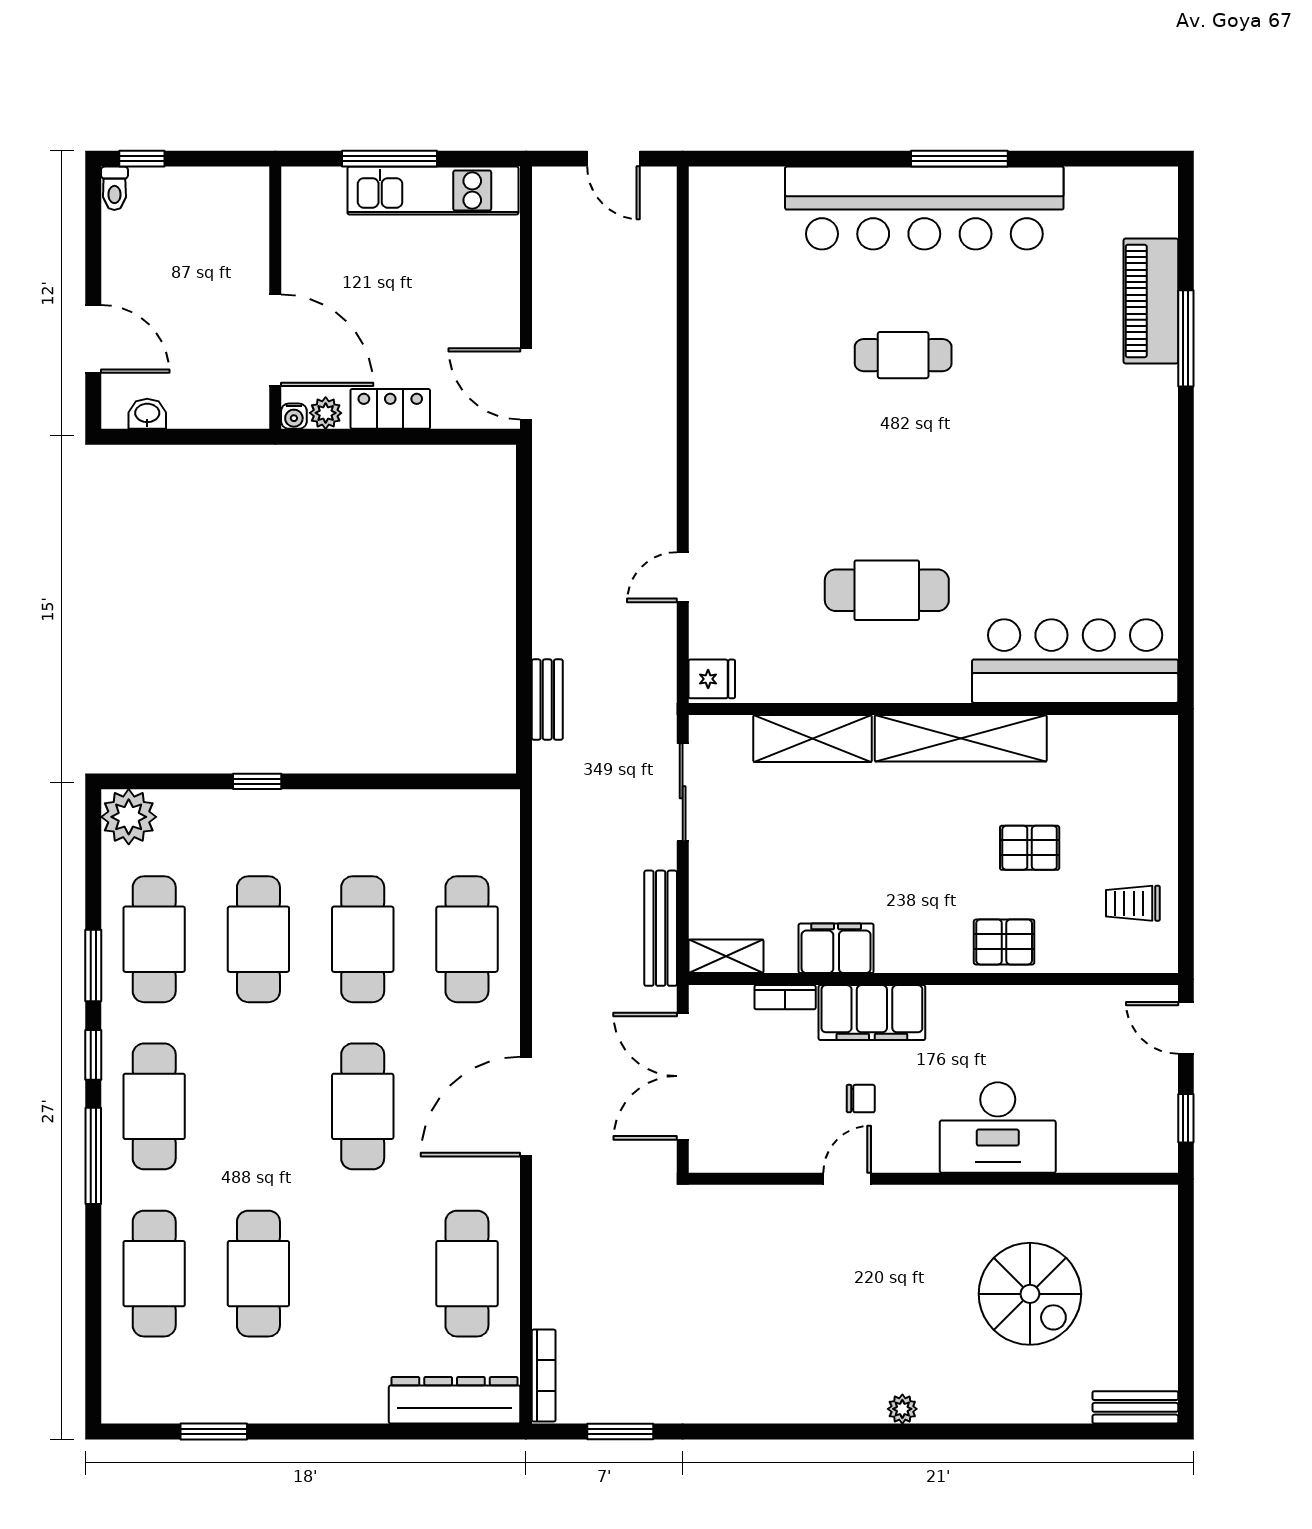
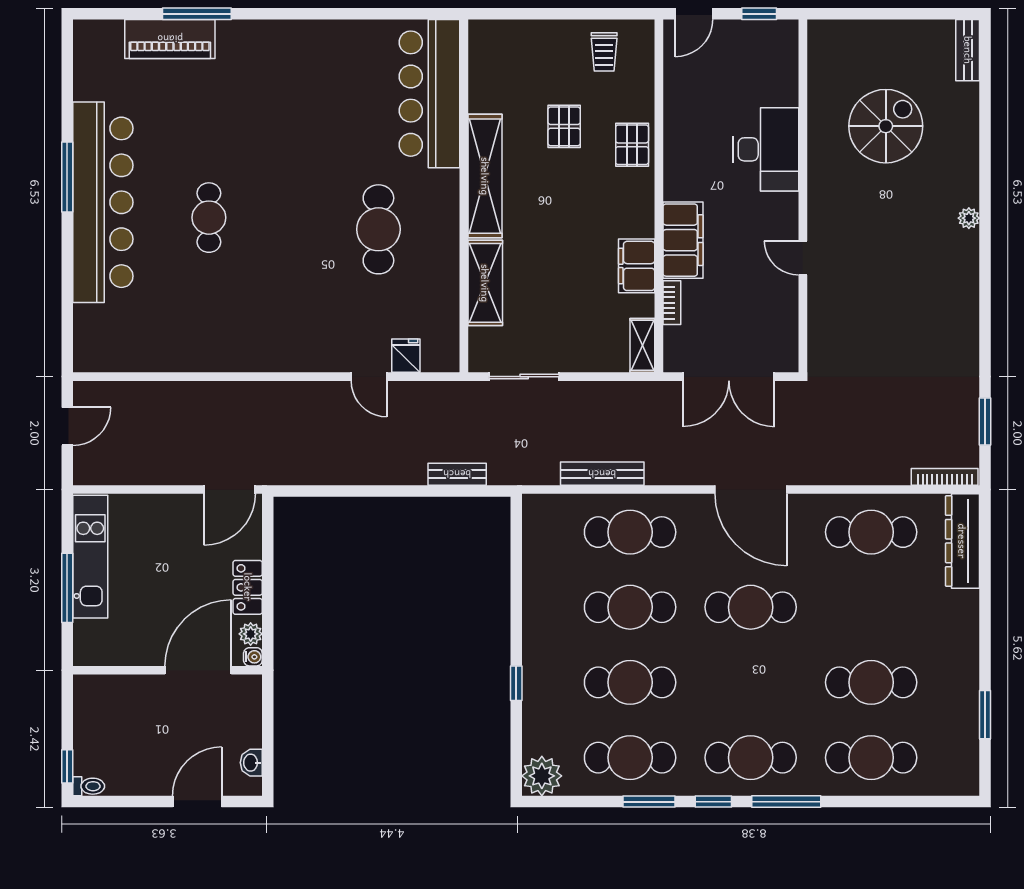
fridge: (712, 679) -> (406, 356), moved
bench: (661, 928) -> (602, 474), moved
chair: (861, 1099) -> (745, 248), removed

